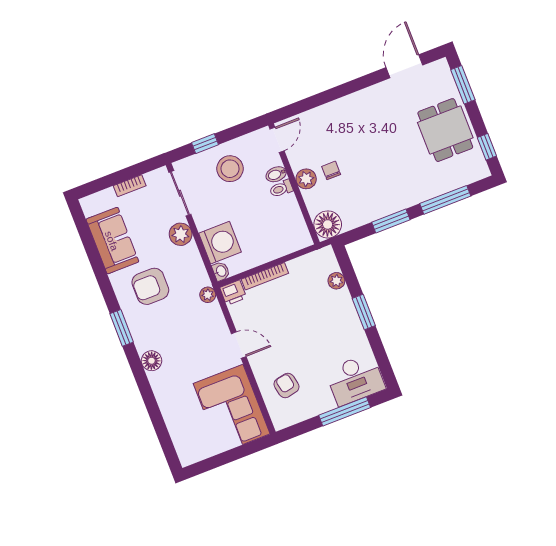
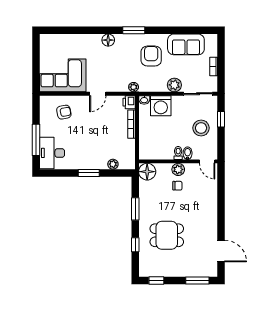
dining table: (445, 130) -> (167, 235), moved
window: (445, 200) -> (135, 245), width x0.46

